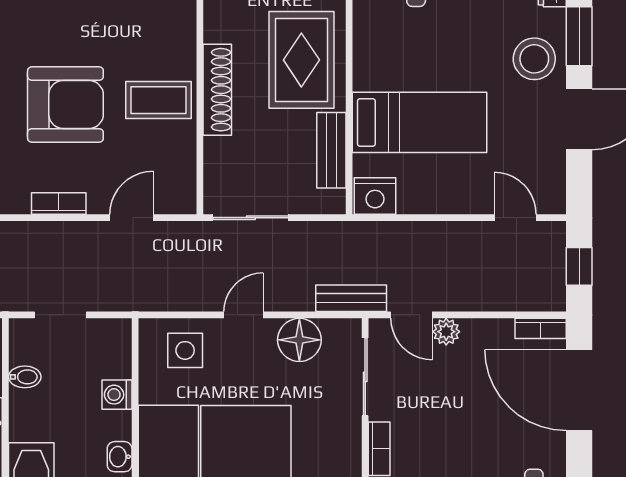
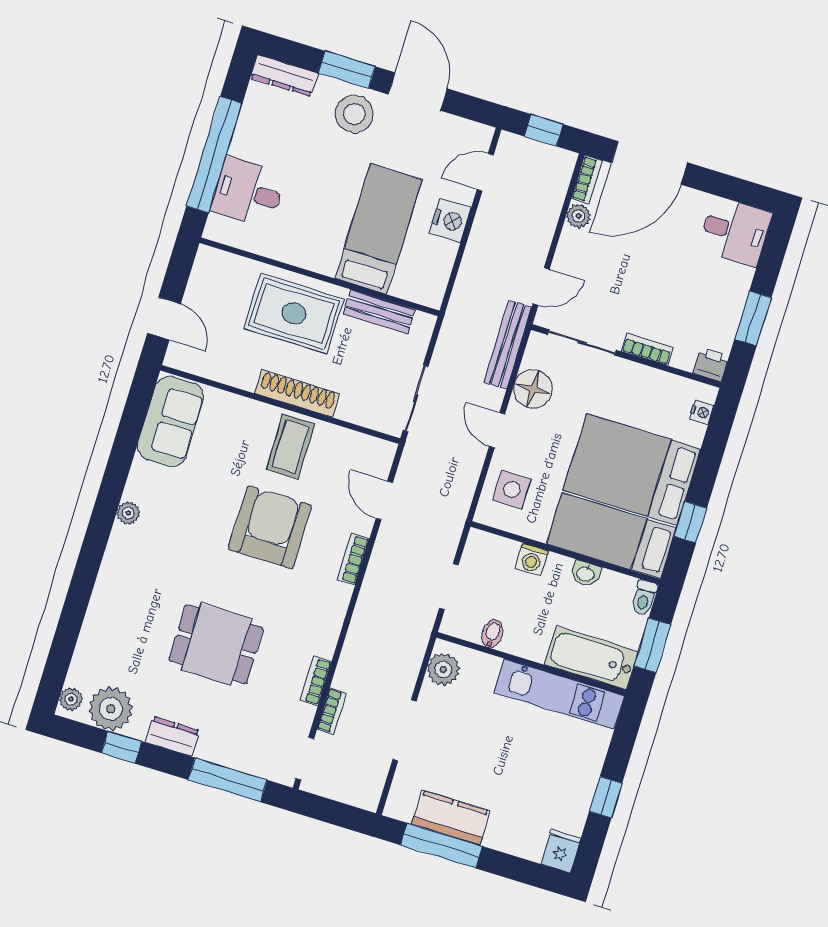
nightstand: (375, 196) -> (450, 220), moved
bench: (351, 298) -> (508, 345), width x1.36
plant: (446, 332) -> (578, 216), moved

